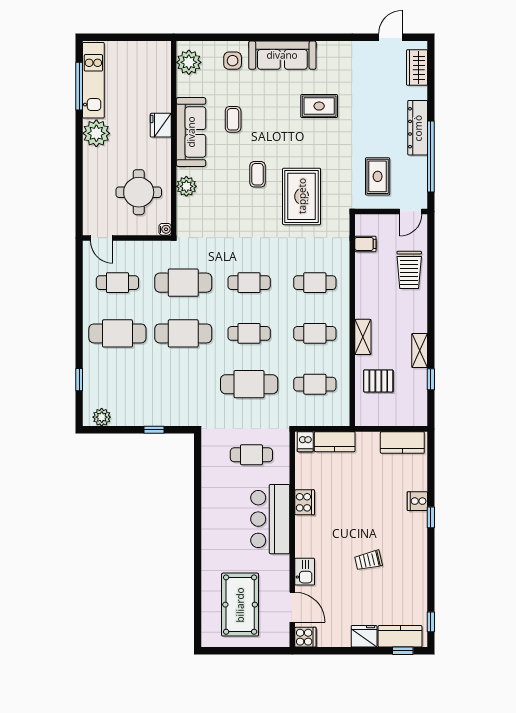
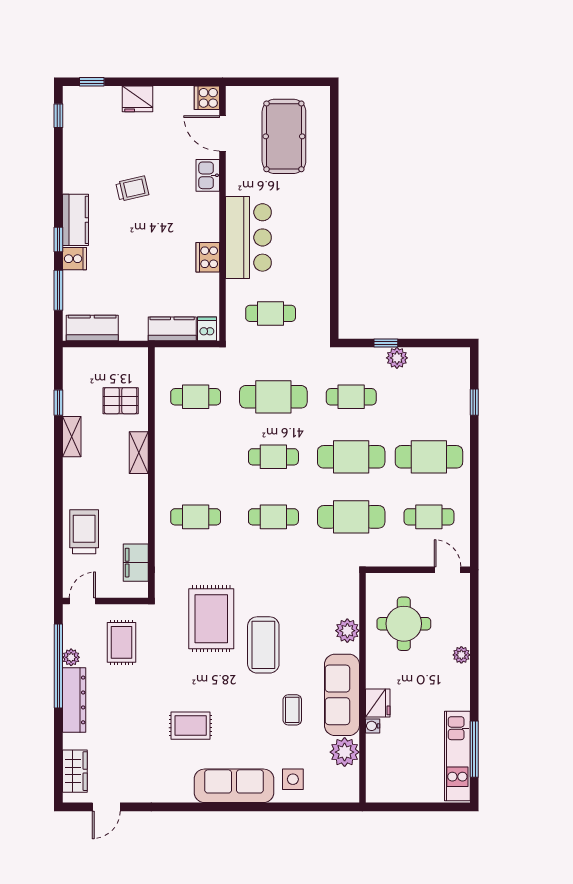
plant: (189, 62) -> (345, 752), moved
plant: (96, 133) -> (461, 655), moved, width x0.53, depth x0.53
plant: (420, 164) -> (71, 657), added
coffee table: (258, 174) -> (263, 645), width x1.86, depth x1.72
water cooler: (165, 229) -> (373, 726), moved
filing cabinet: (365, 244) -> (136, 563), width x2.00
cafe table: (315, 333) -> (351, 397), moved
plant: (102, 417) -> (397, 358), moved
window: (431, 474) -> (58, 290), added
kitchen counter: (400, 636) -> (75, 220), moved, turned -90

